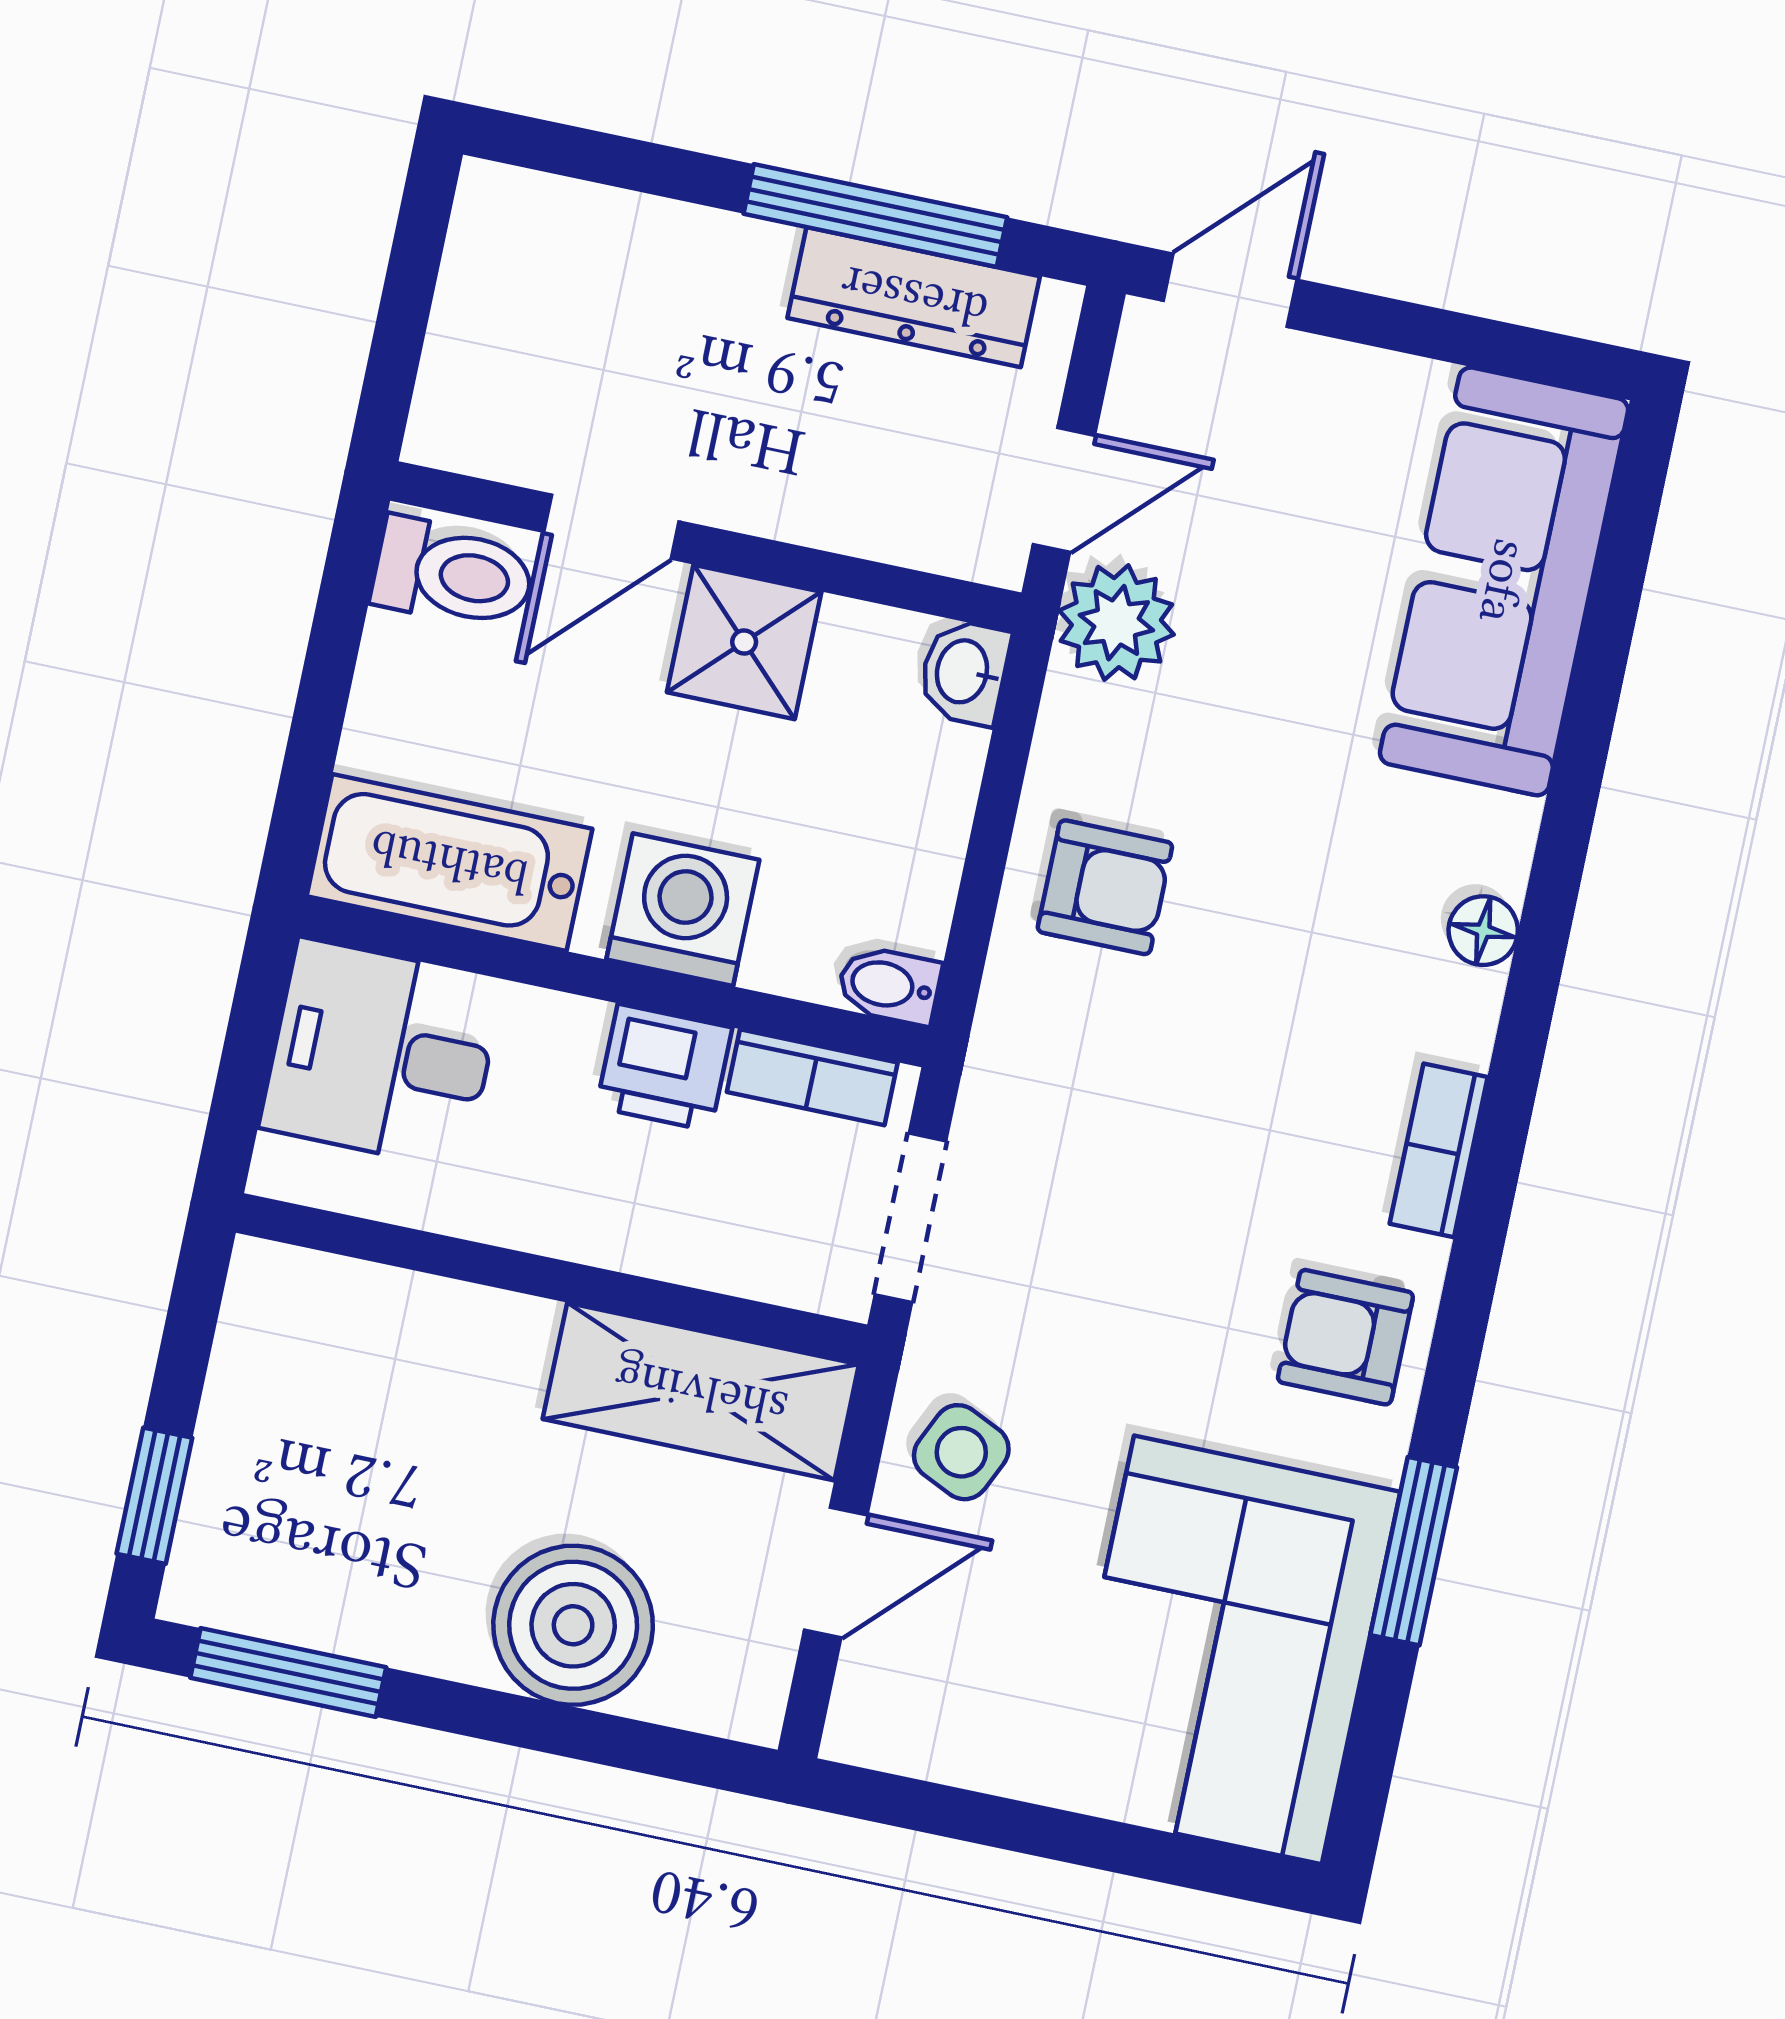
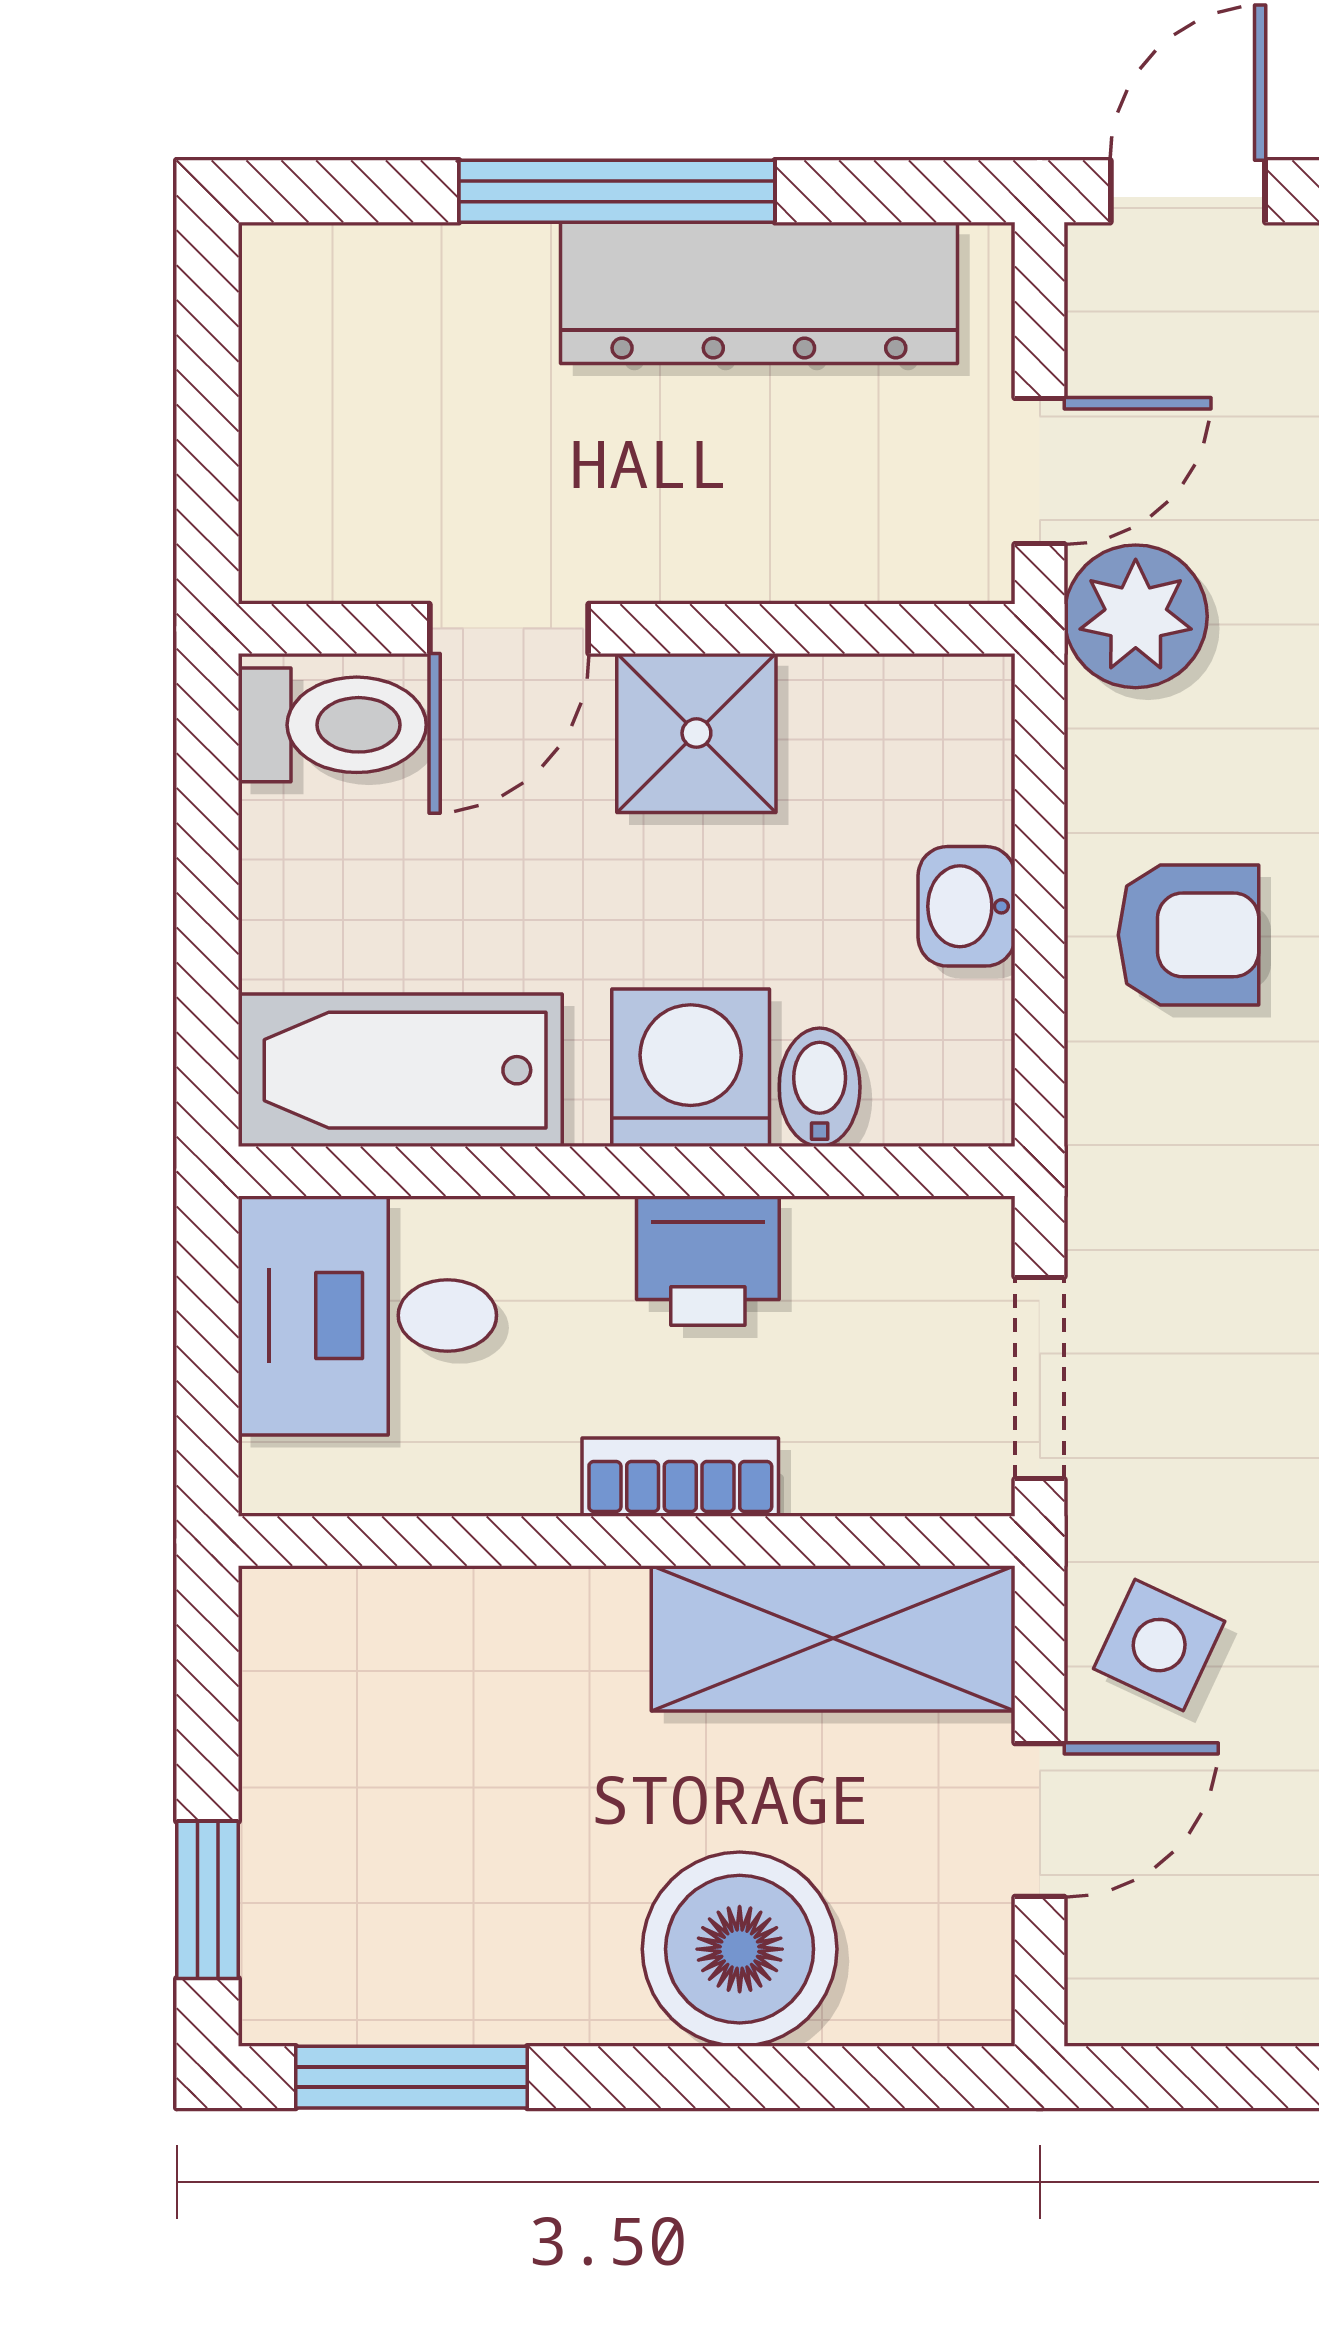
window: (875, 215) -> (617, 191), moved
dresser: (914, 297) -> (759, 293), width x1.37, depth x1.24
washbasin: (964, 672) -> (967, 906), moved
bidet: (889, 985) -> (820, 1087), moved, turned 90
bookcase: (812, 1077) -> (680, 1477), moved, turned 180

